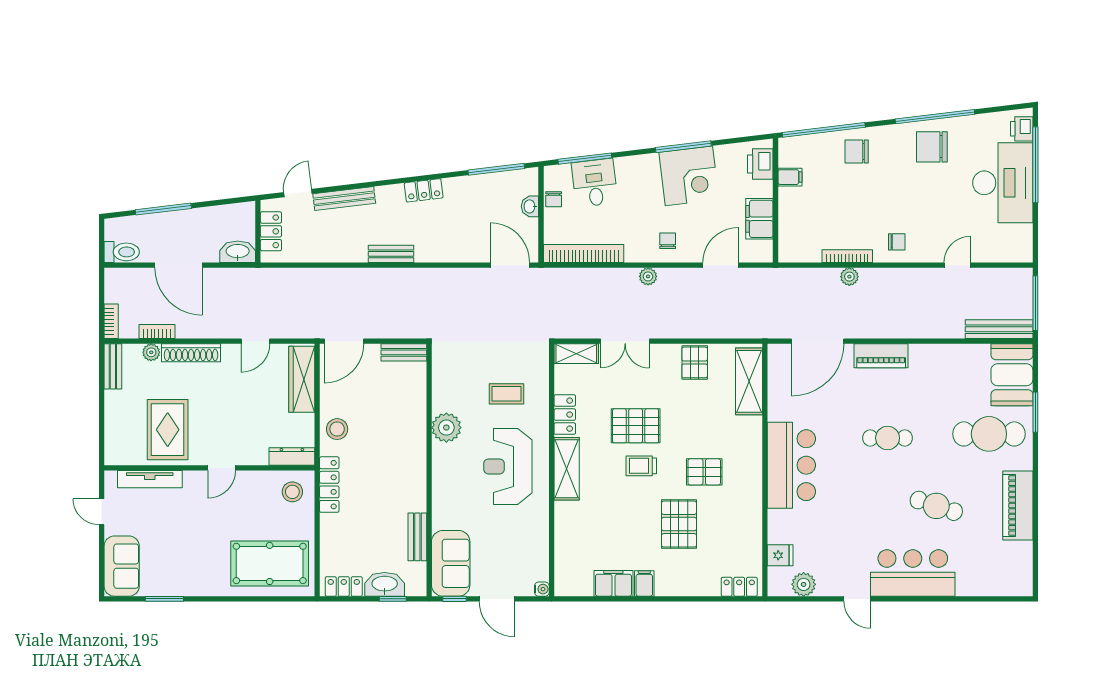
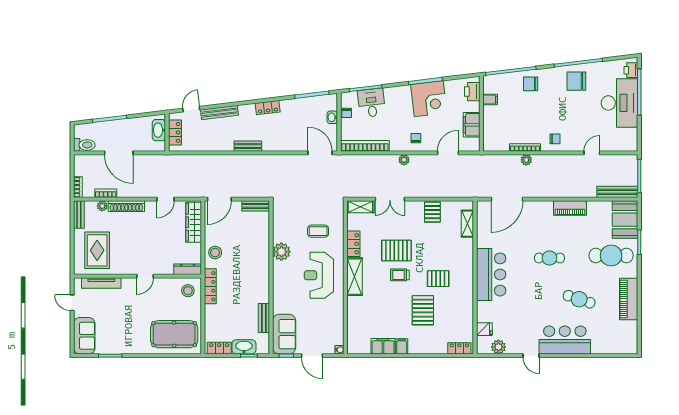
washbasin: (238, 252) -> (159, 130), moved, turned -90
piano: (881, 356) -> (570, 208), moved
shelving: (749, 381) -> (467, 224), width x0.67, depth x0.75
rug: (168, 430) -> (97, 250), moved

